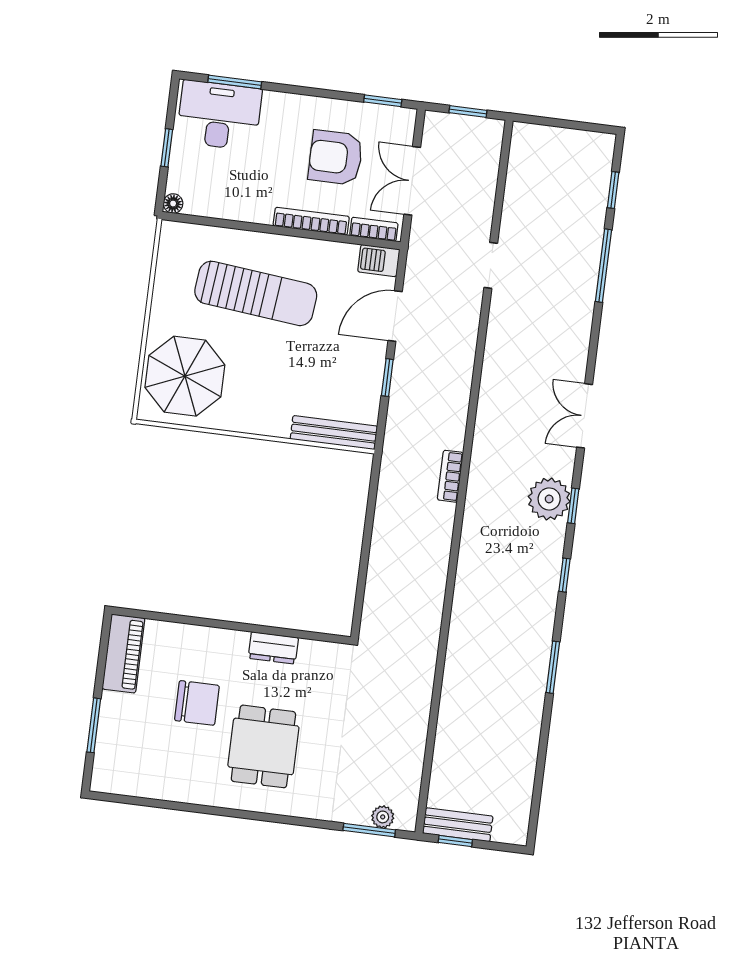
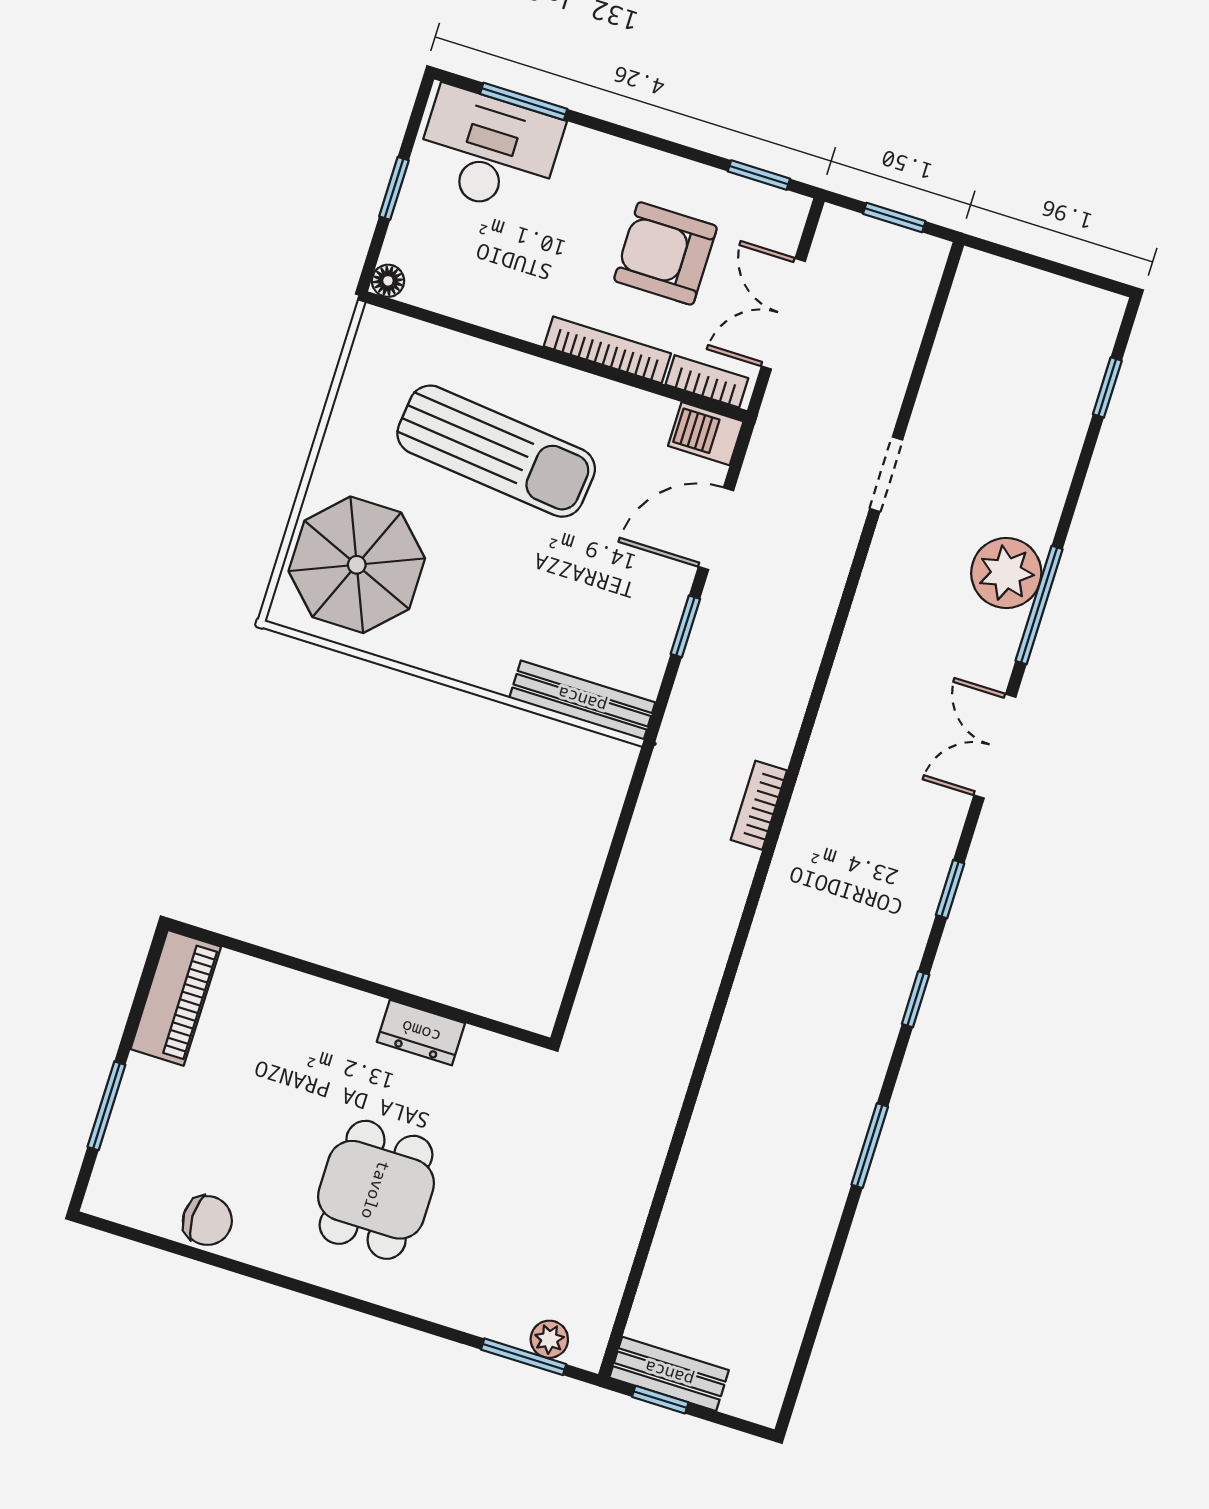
window: (604, 266) -> (1039, 605), moved
plant: (549, 499) -> (1006, 573), moved
chair: (197, 703) -> (207, 1221), moved, width x0.73, depth x0.73

